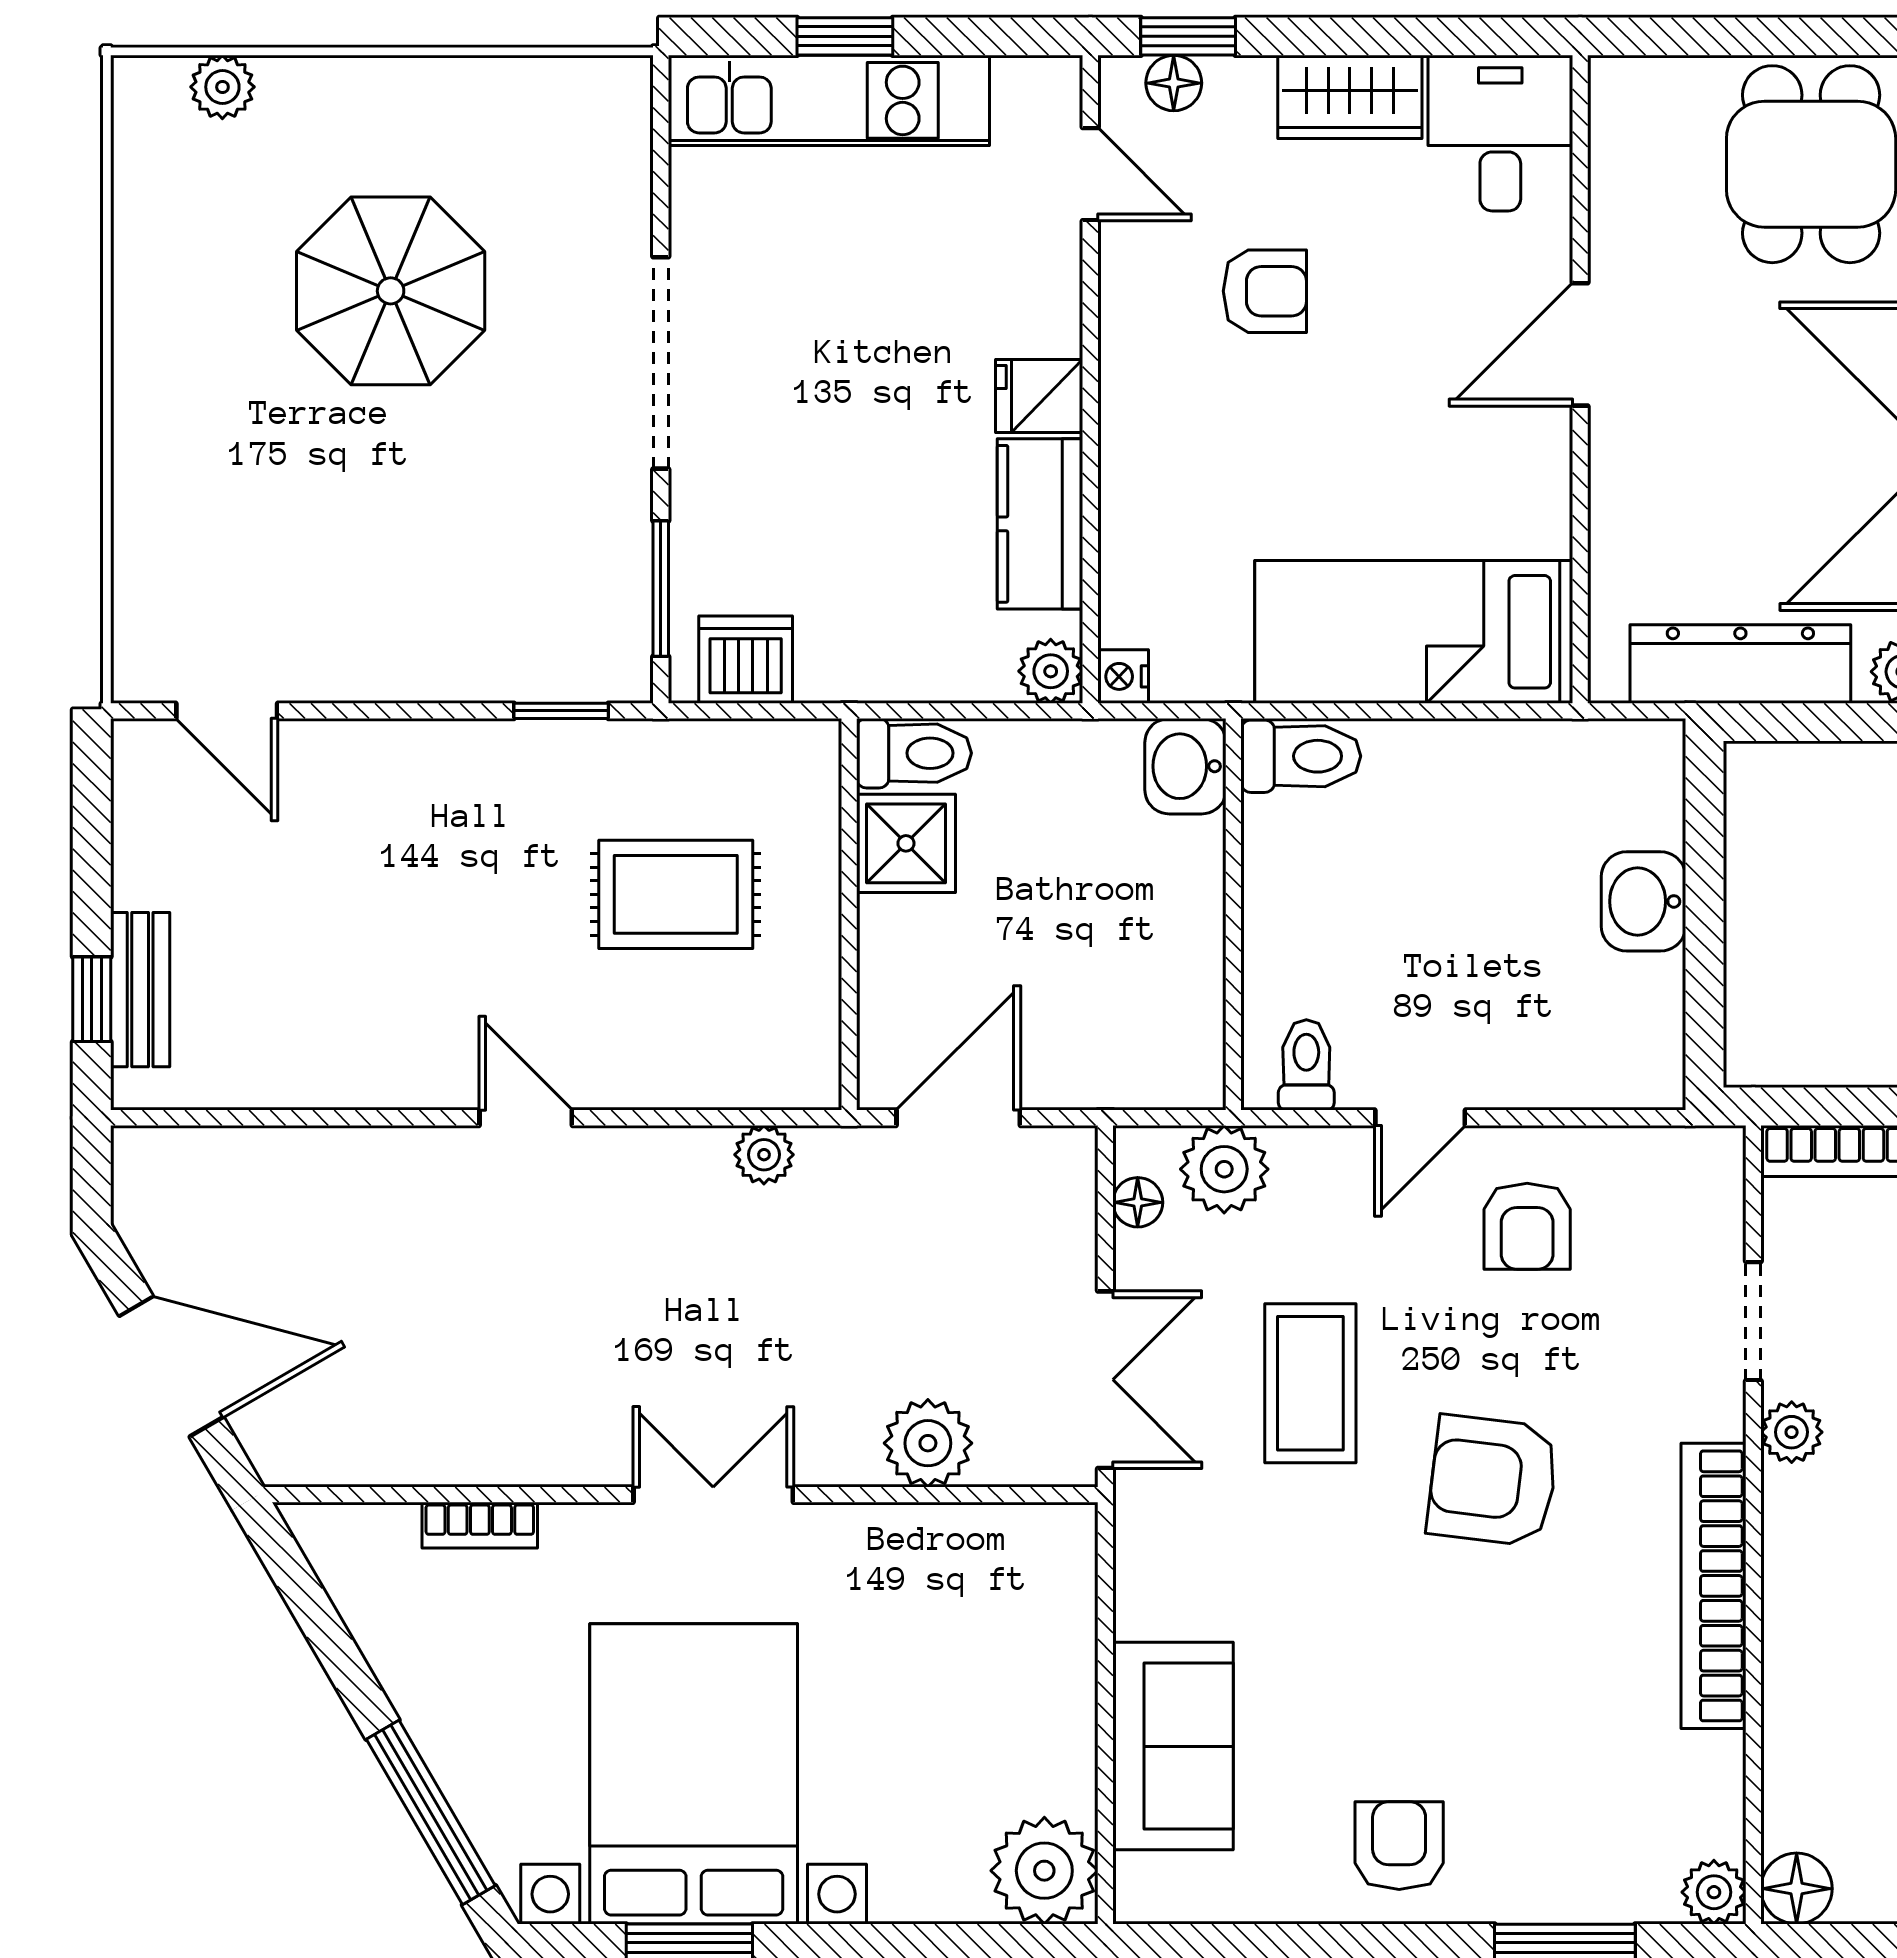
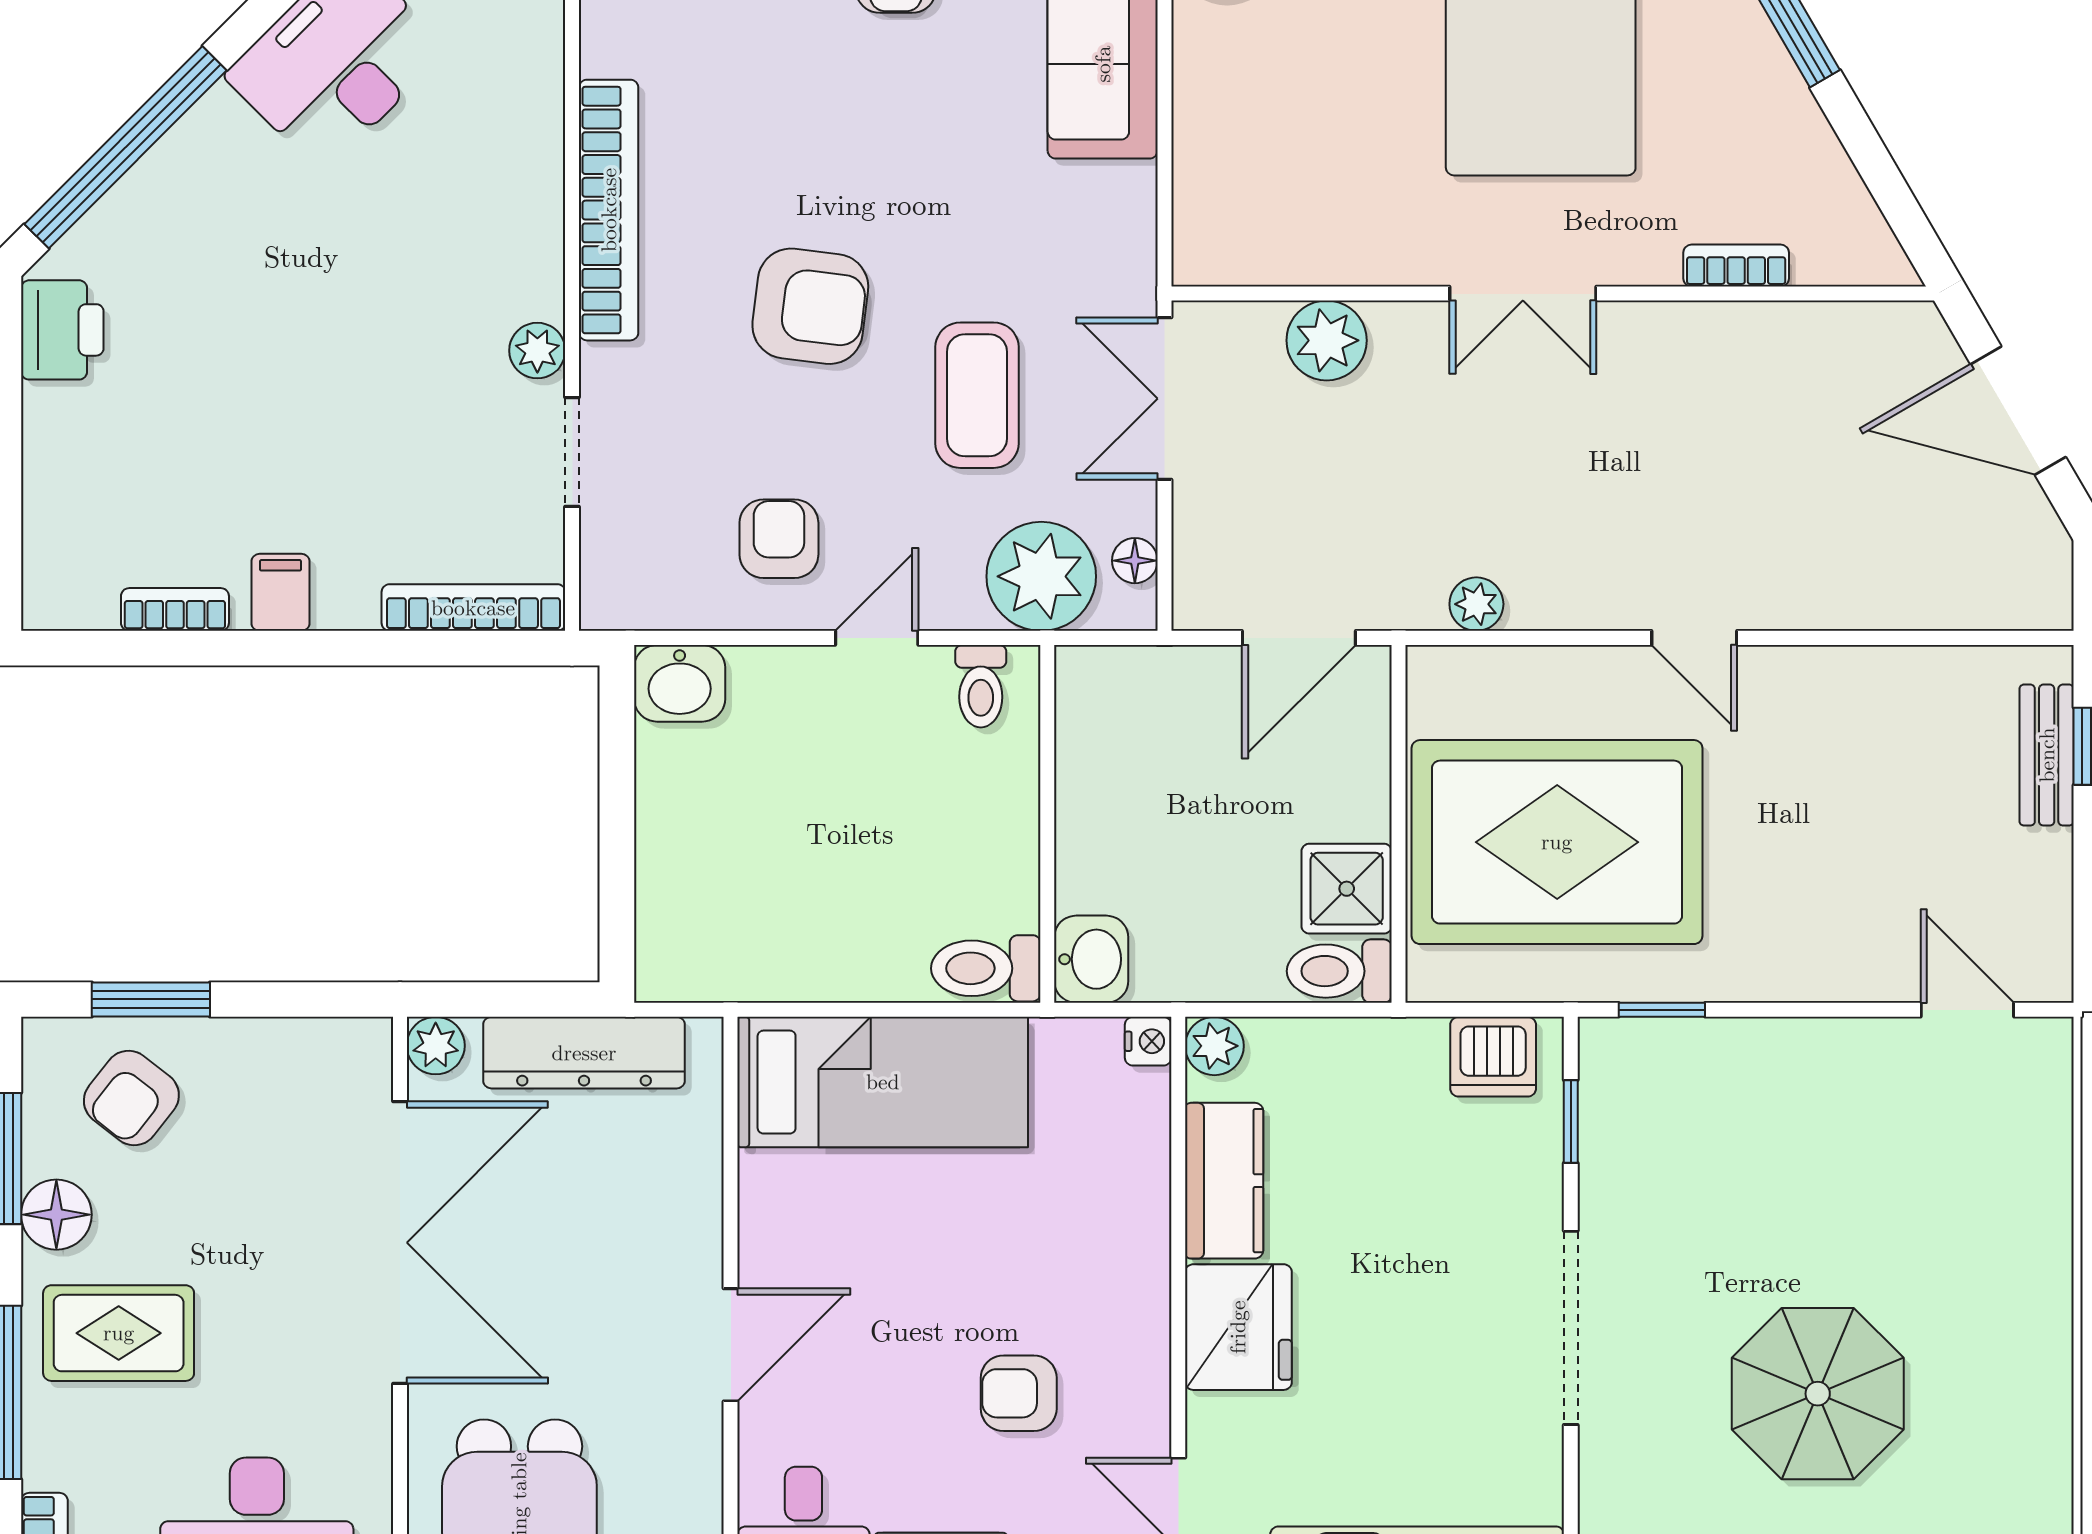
fridge: (1039, 396) -> (1238, 1327), width x1.88, depth x1.34
window: (661, 589) -> (1571, 1122), width x0.67
rug: (676, 894) -> (1557, 842), width x1.86, depth x2.06
washbasin: (1644, 901) -> (680, 683), moved, turned 90
plant: (1224, 1169) -> (1041, 576), width x1.36, depth x1.36

